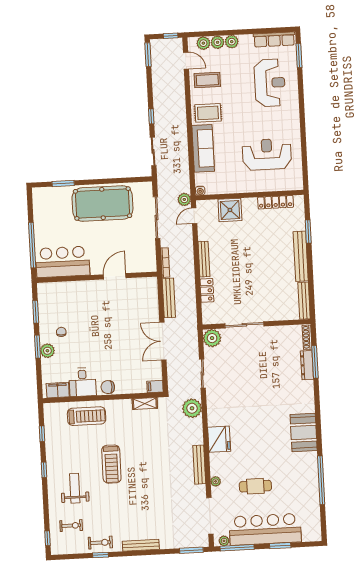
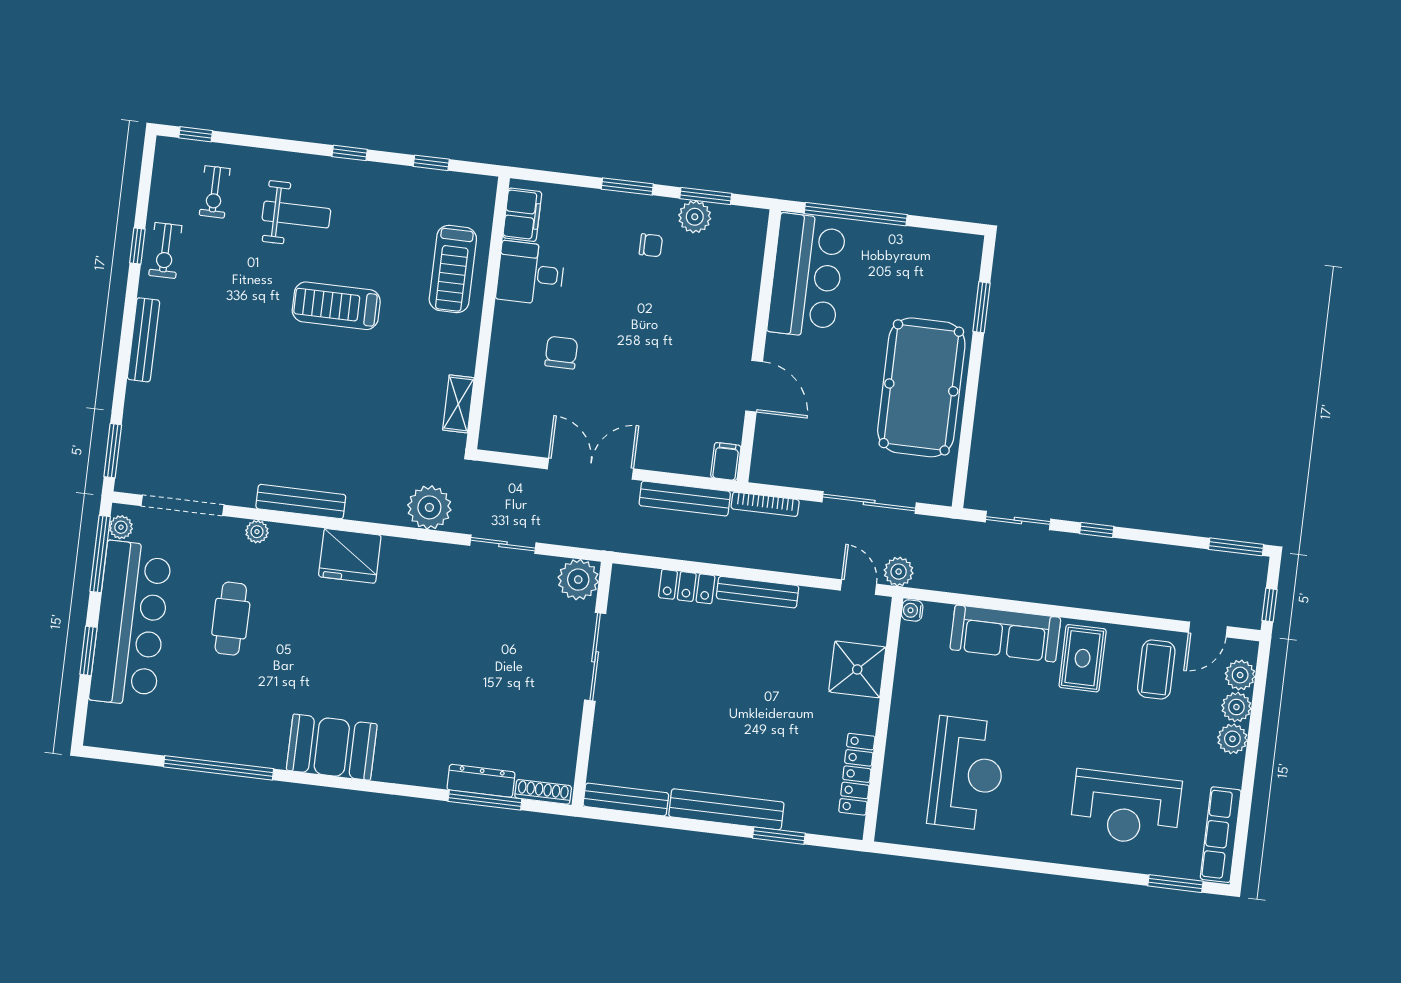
plant: (47, 351) -> (695, 217), moved
chair: (108, 387) -> (561, 353), moved
filing cabinet: (155, 387) -> (726, 461), moved

